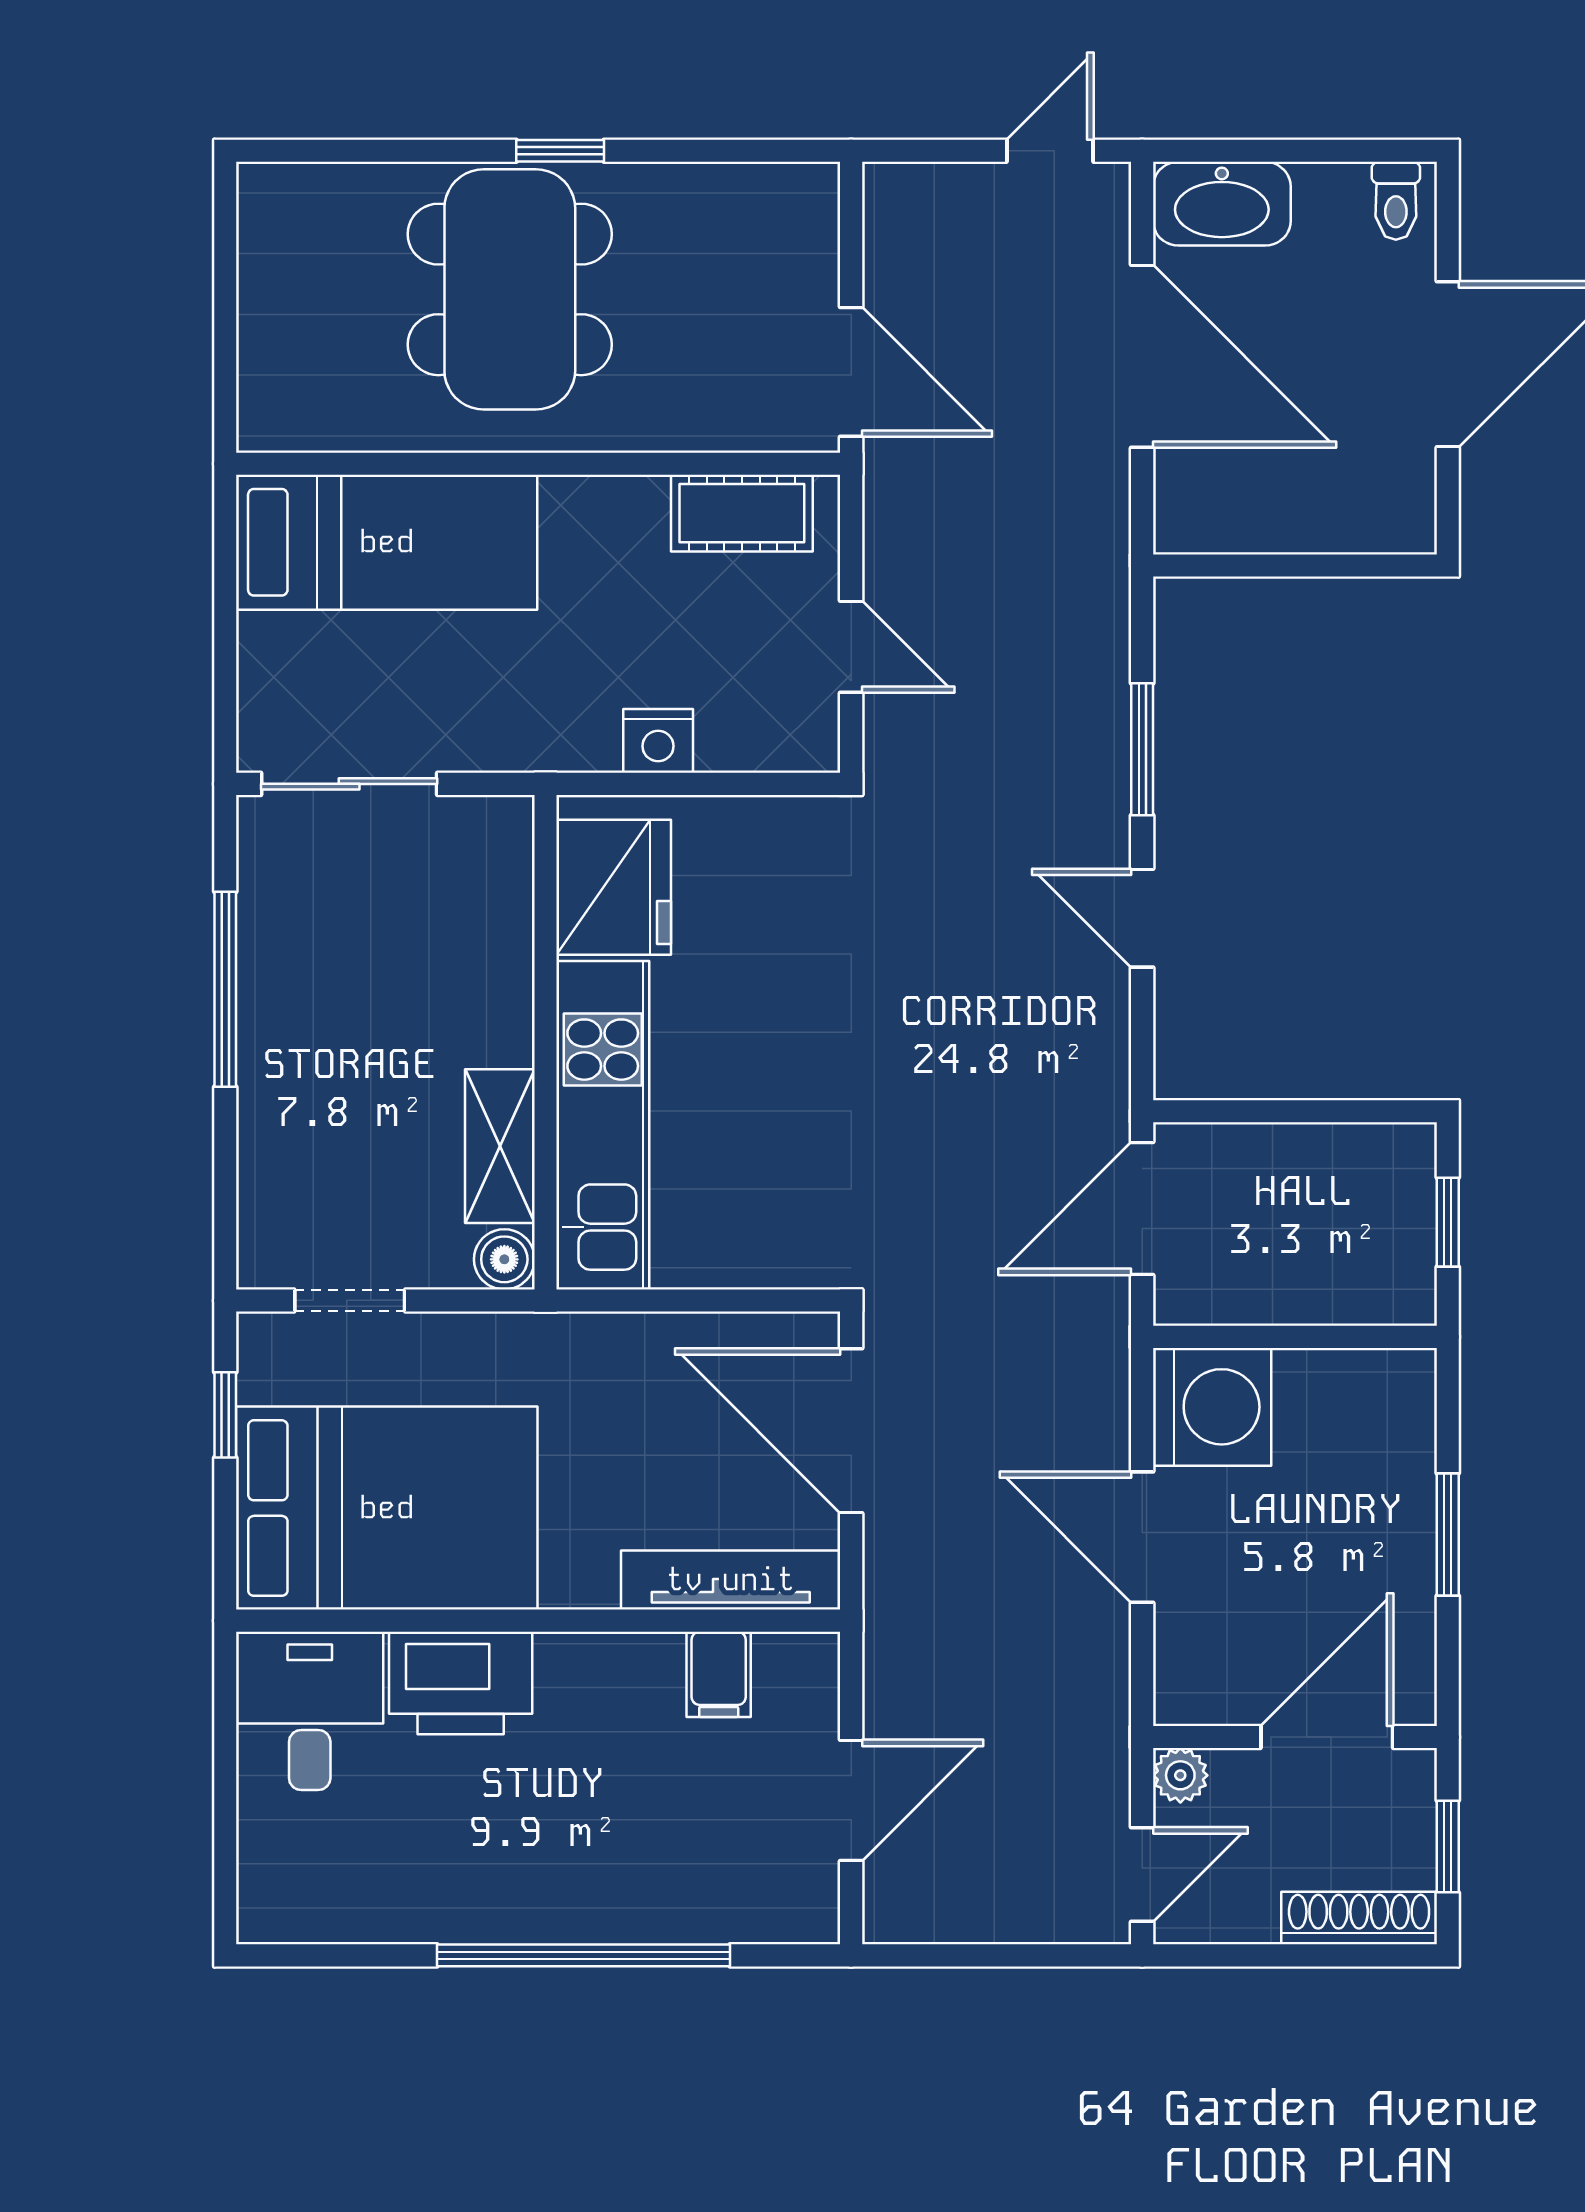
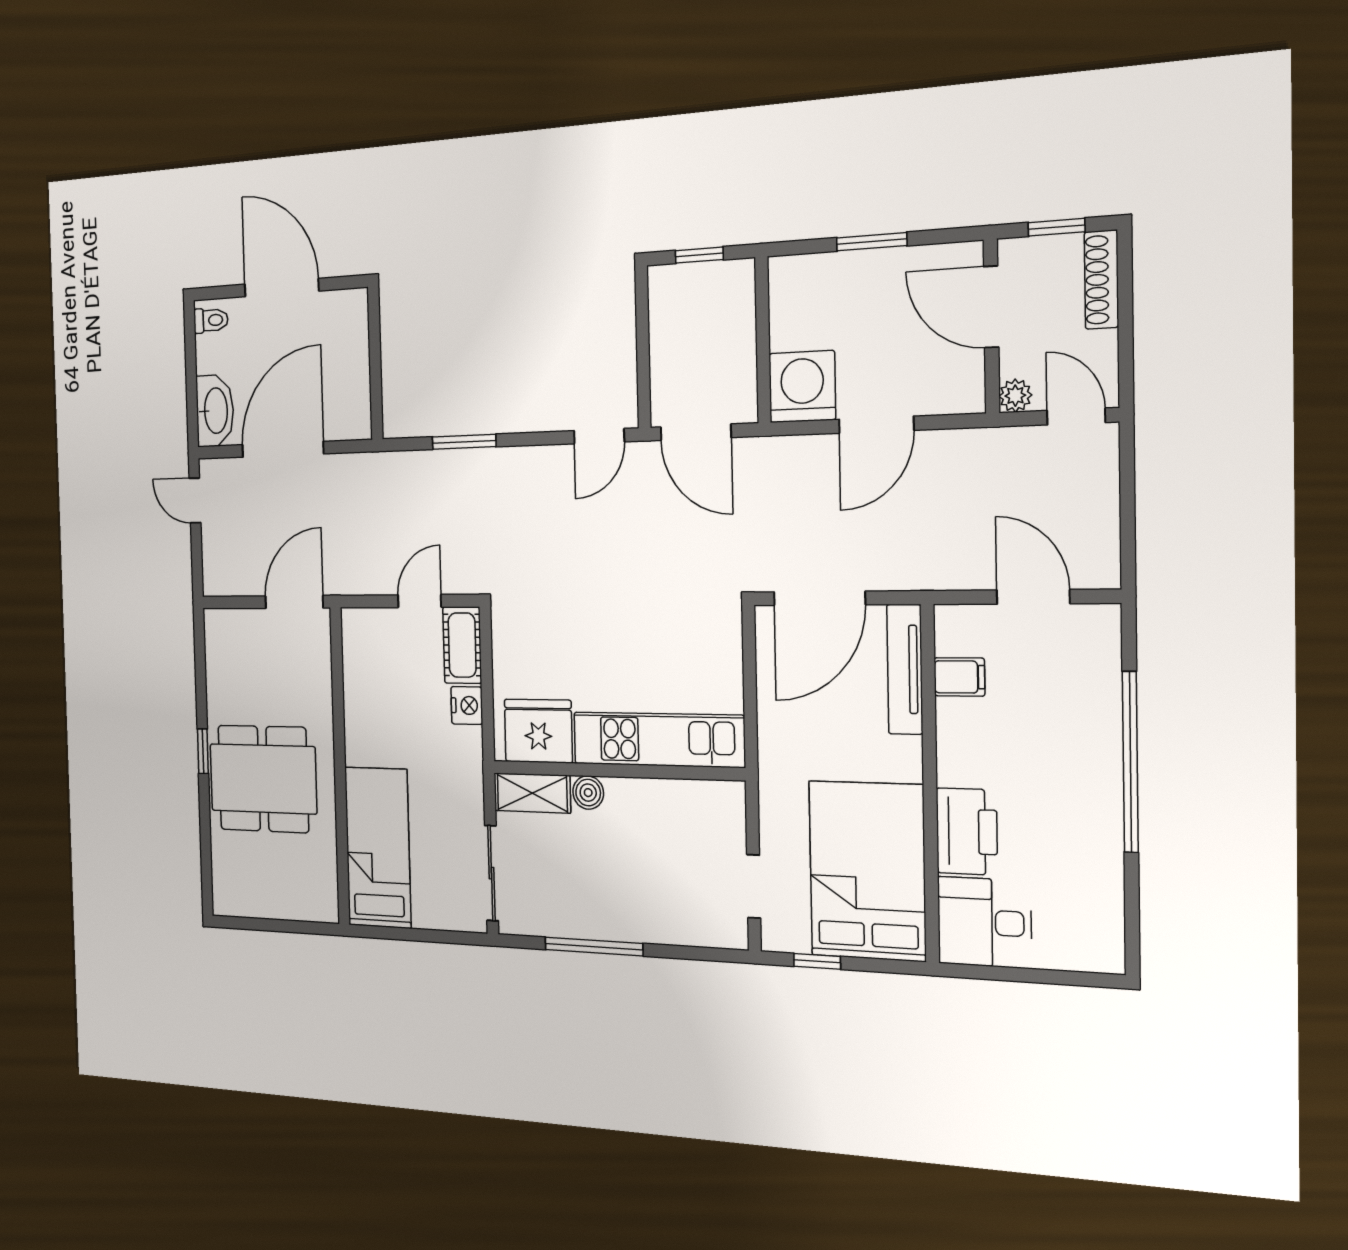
cot: (742, 513) -> (462, 645), moved
door: (1142, 918) -> (599, 436), moved
shelving: (500, 1146) -> (532, 793), moved
boiler: (504, 1259) -> (588, 793), moved

